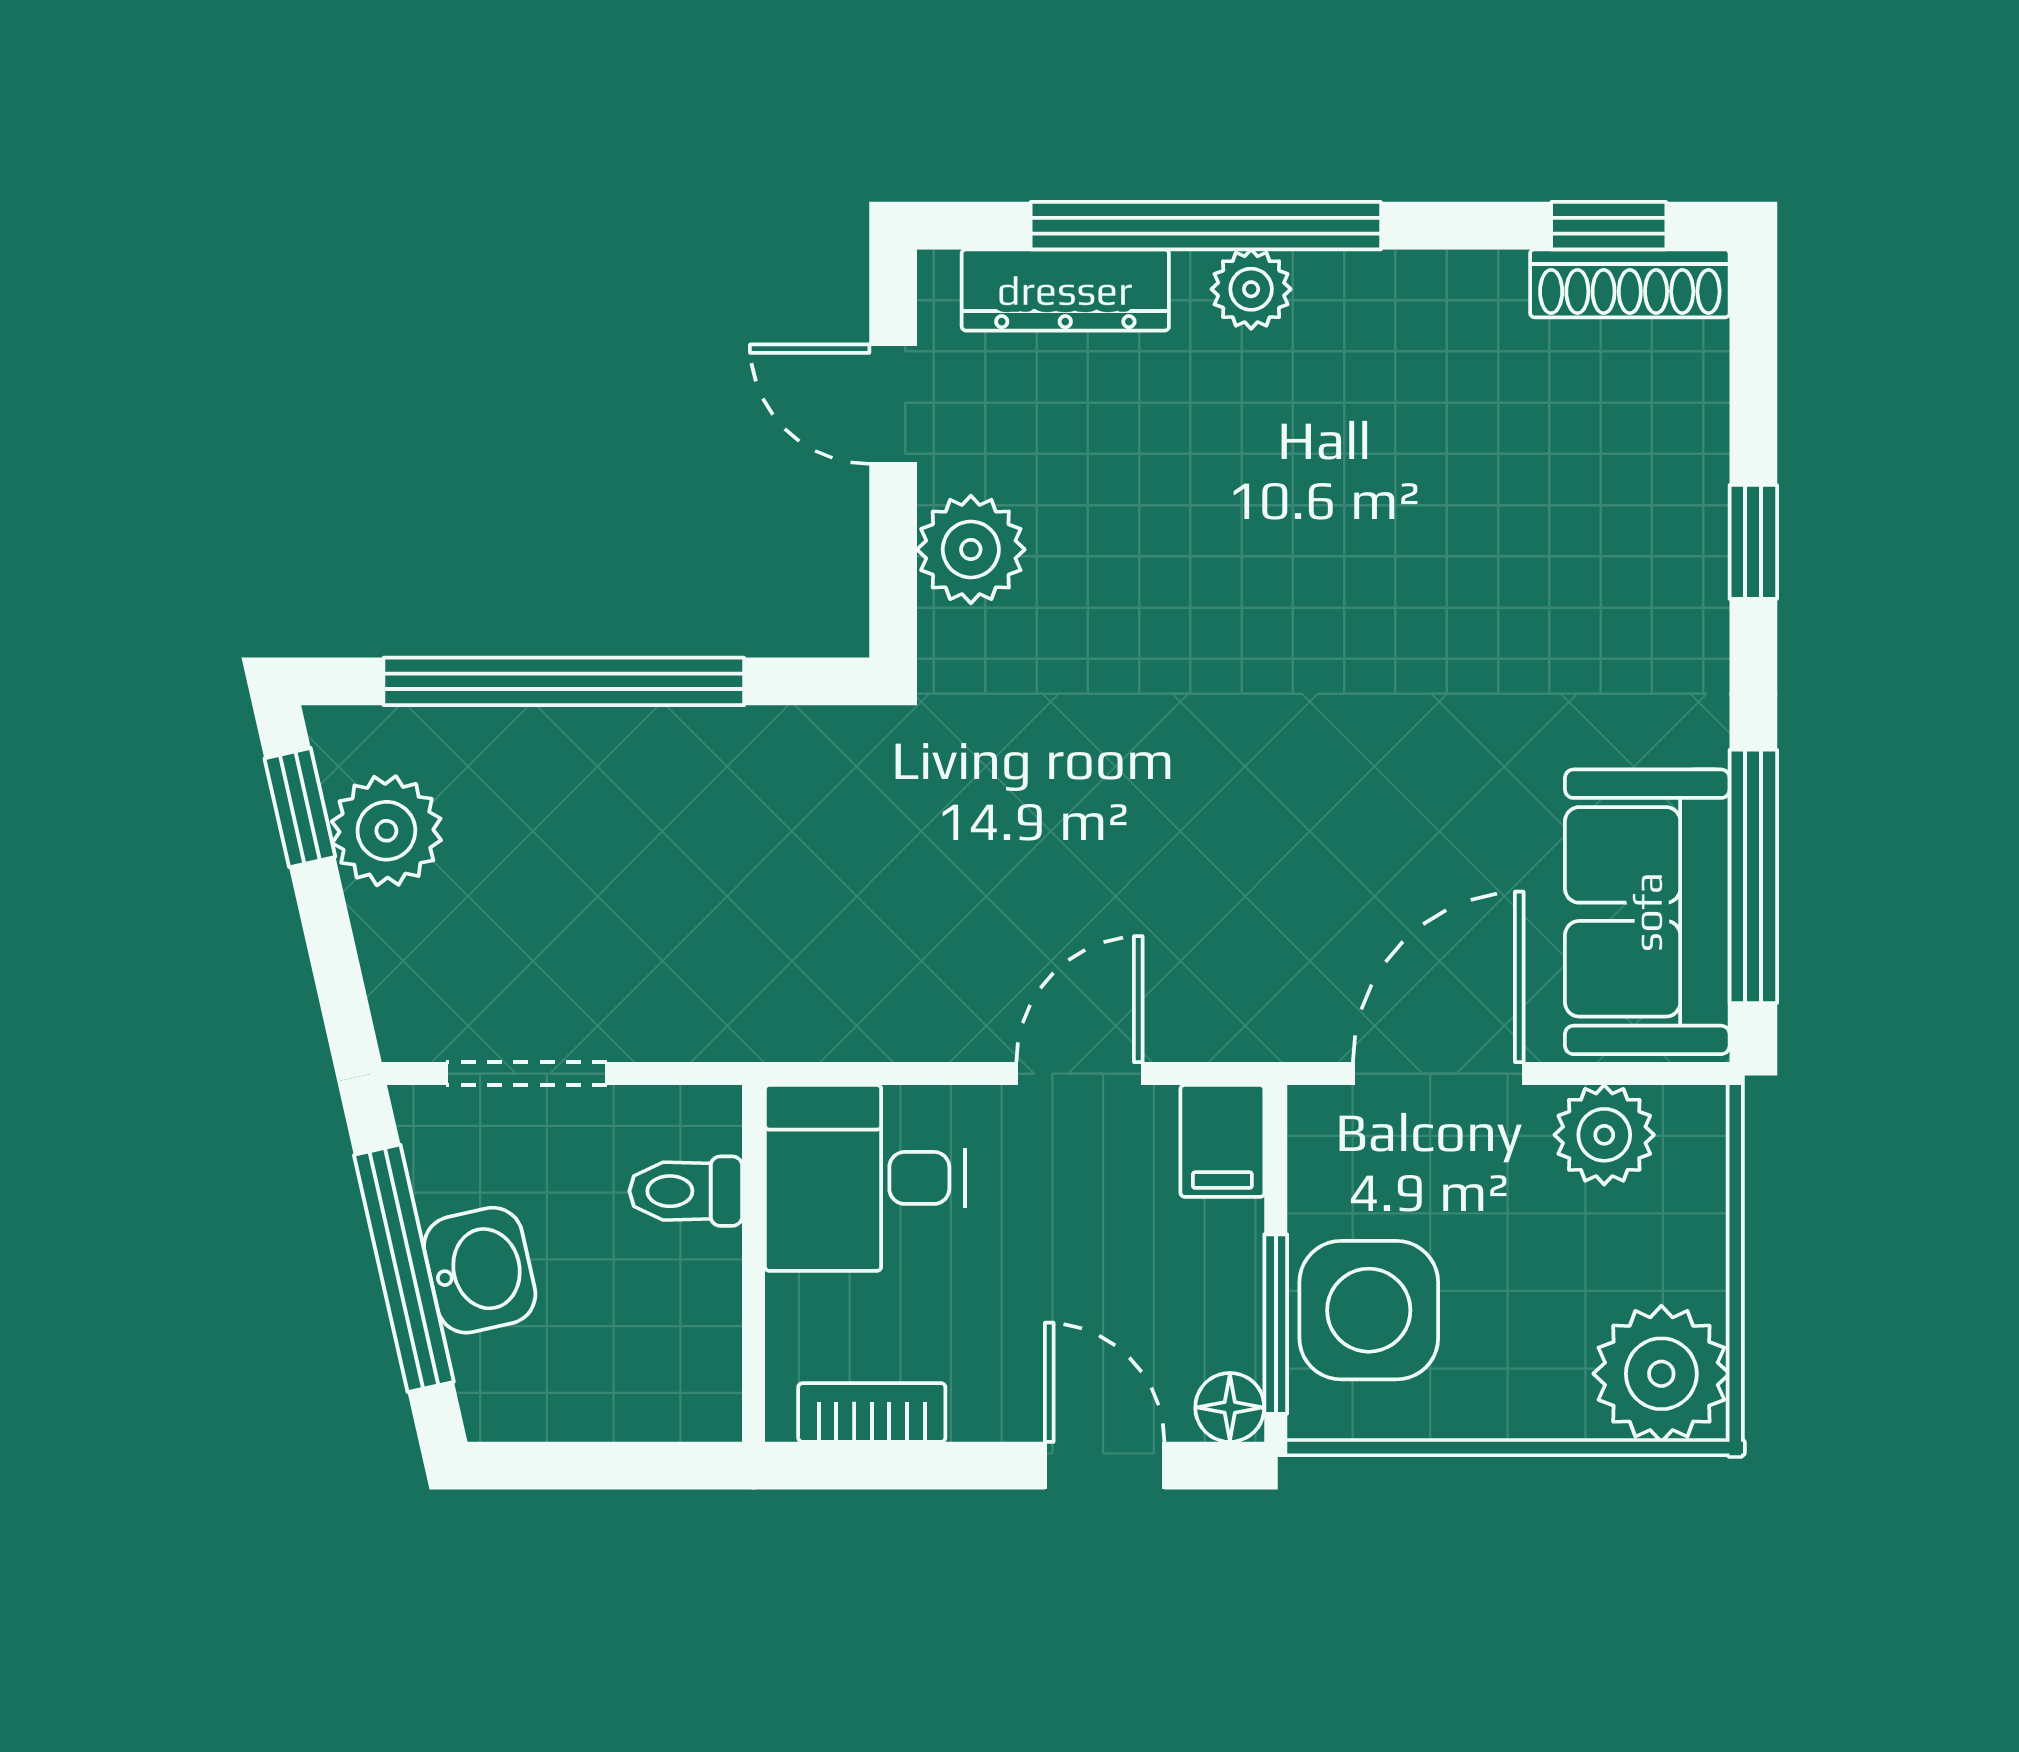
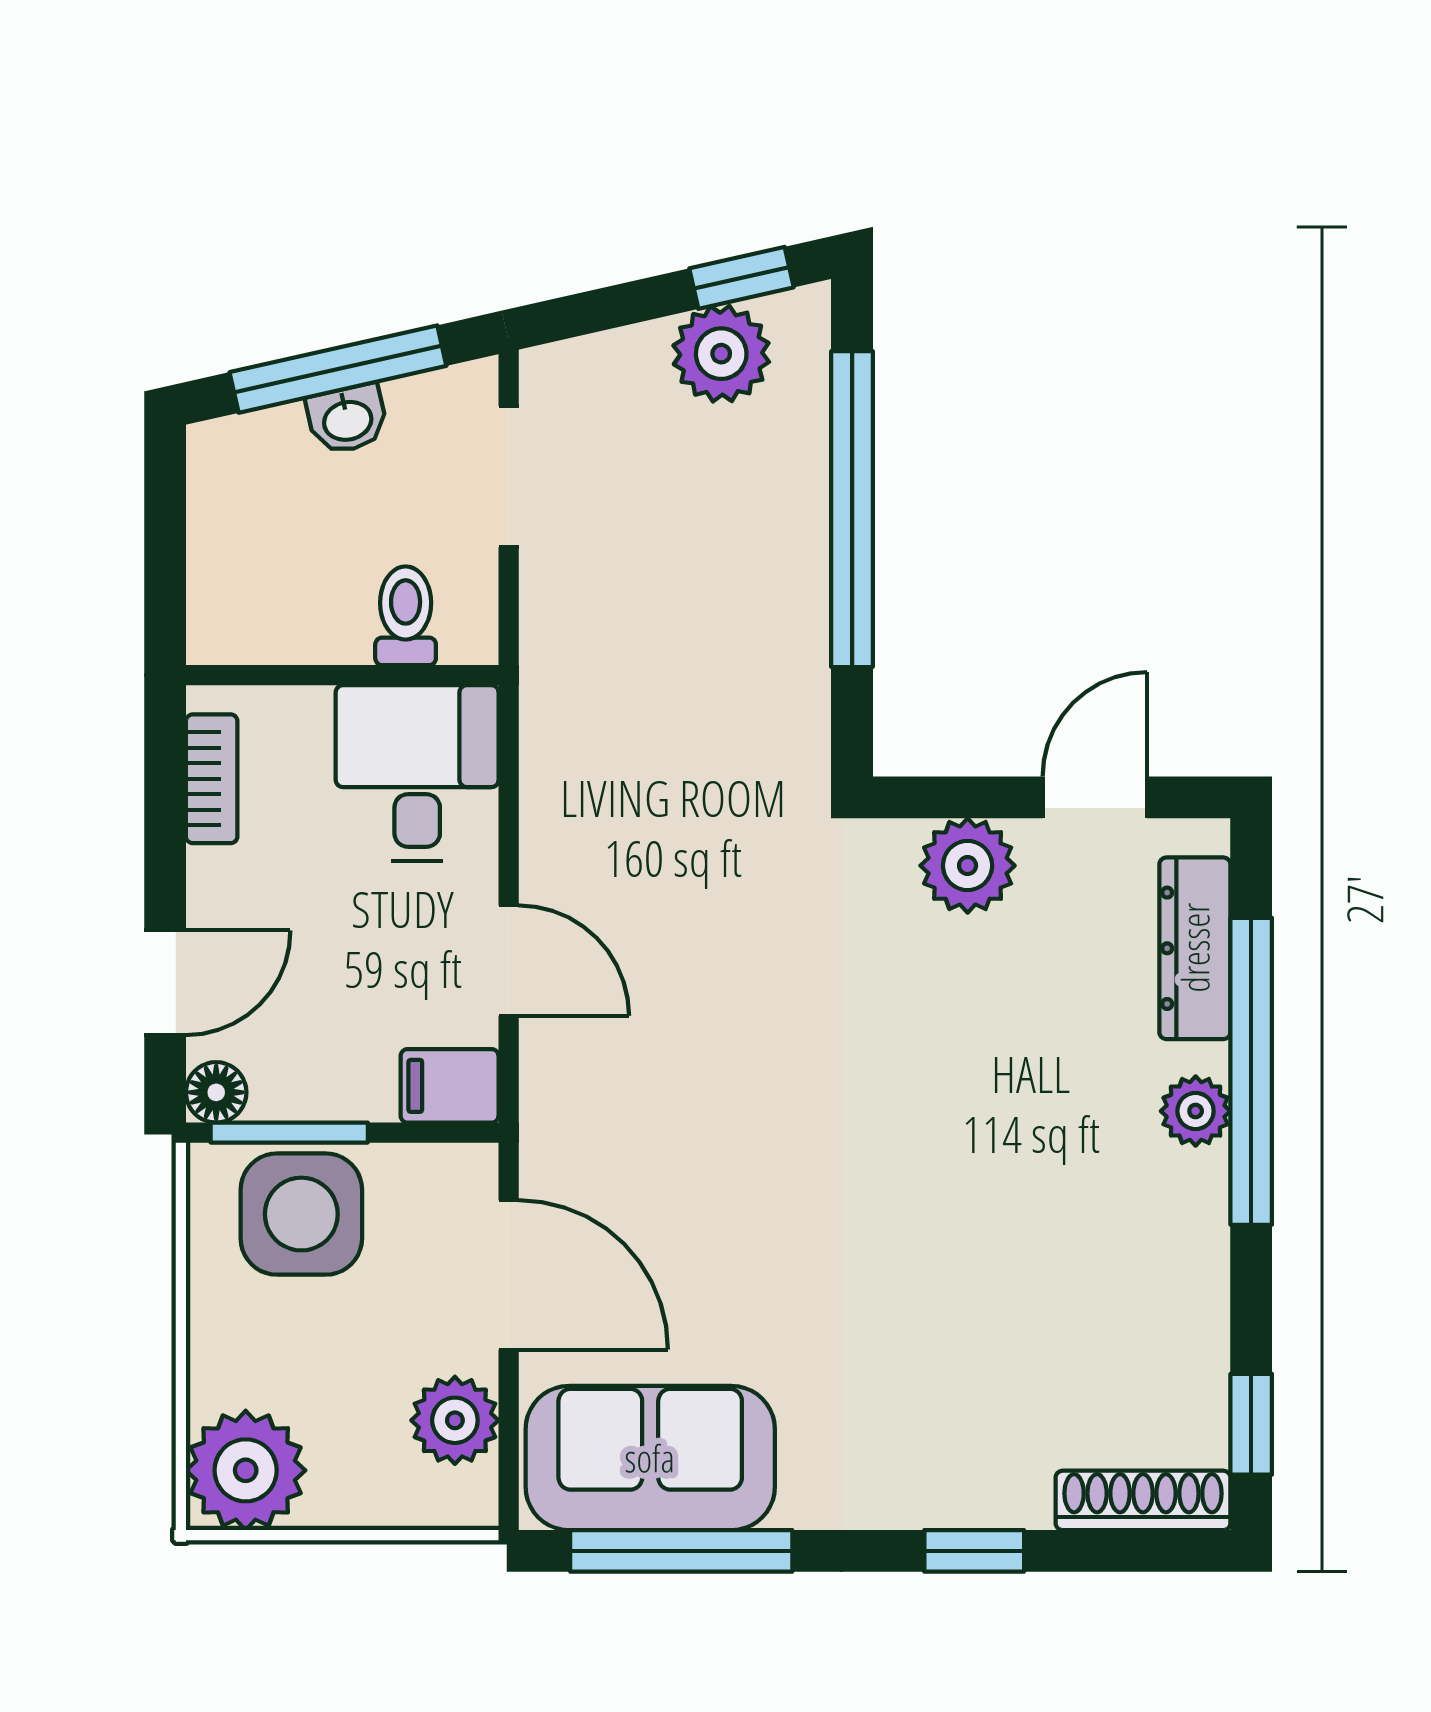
shoe rack: (1630, 283) -> (1143, 1500), moved, turned 90
washbasin: (480, 1270) -> (347, 419), width x0.72, depth x0.69

